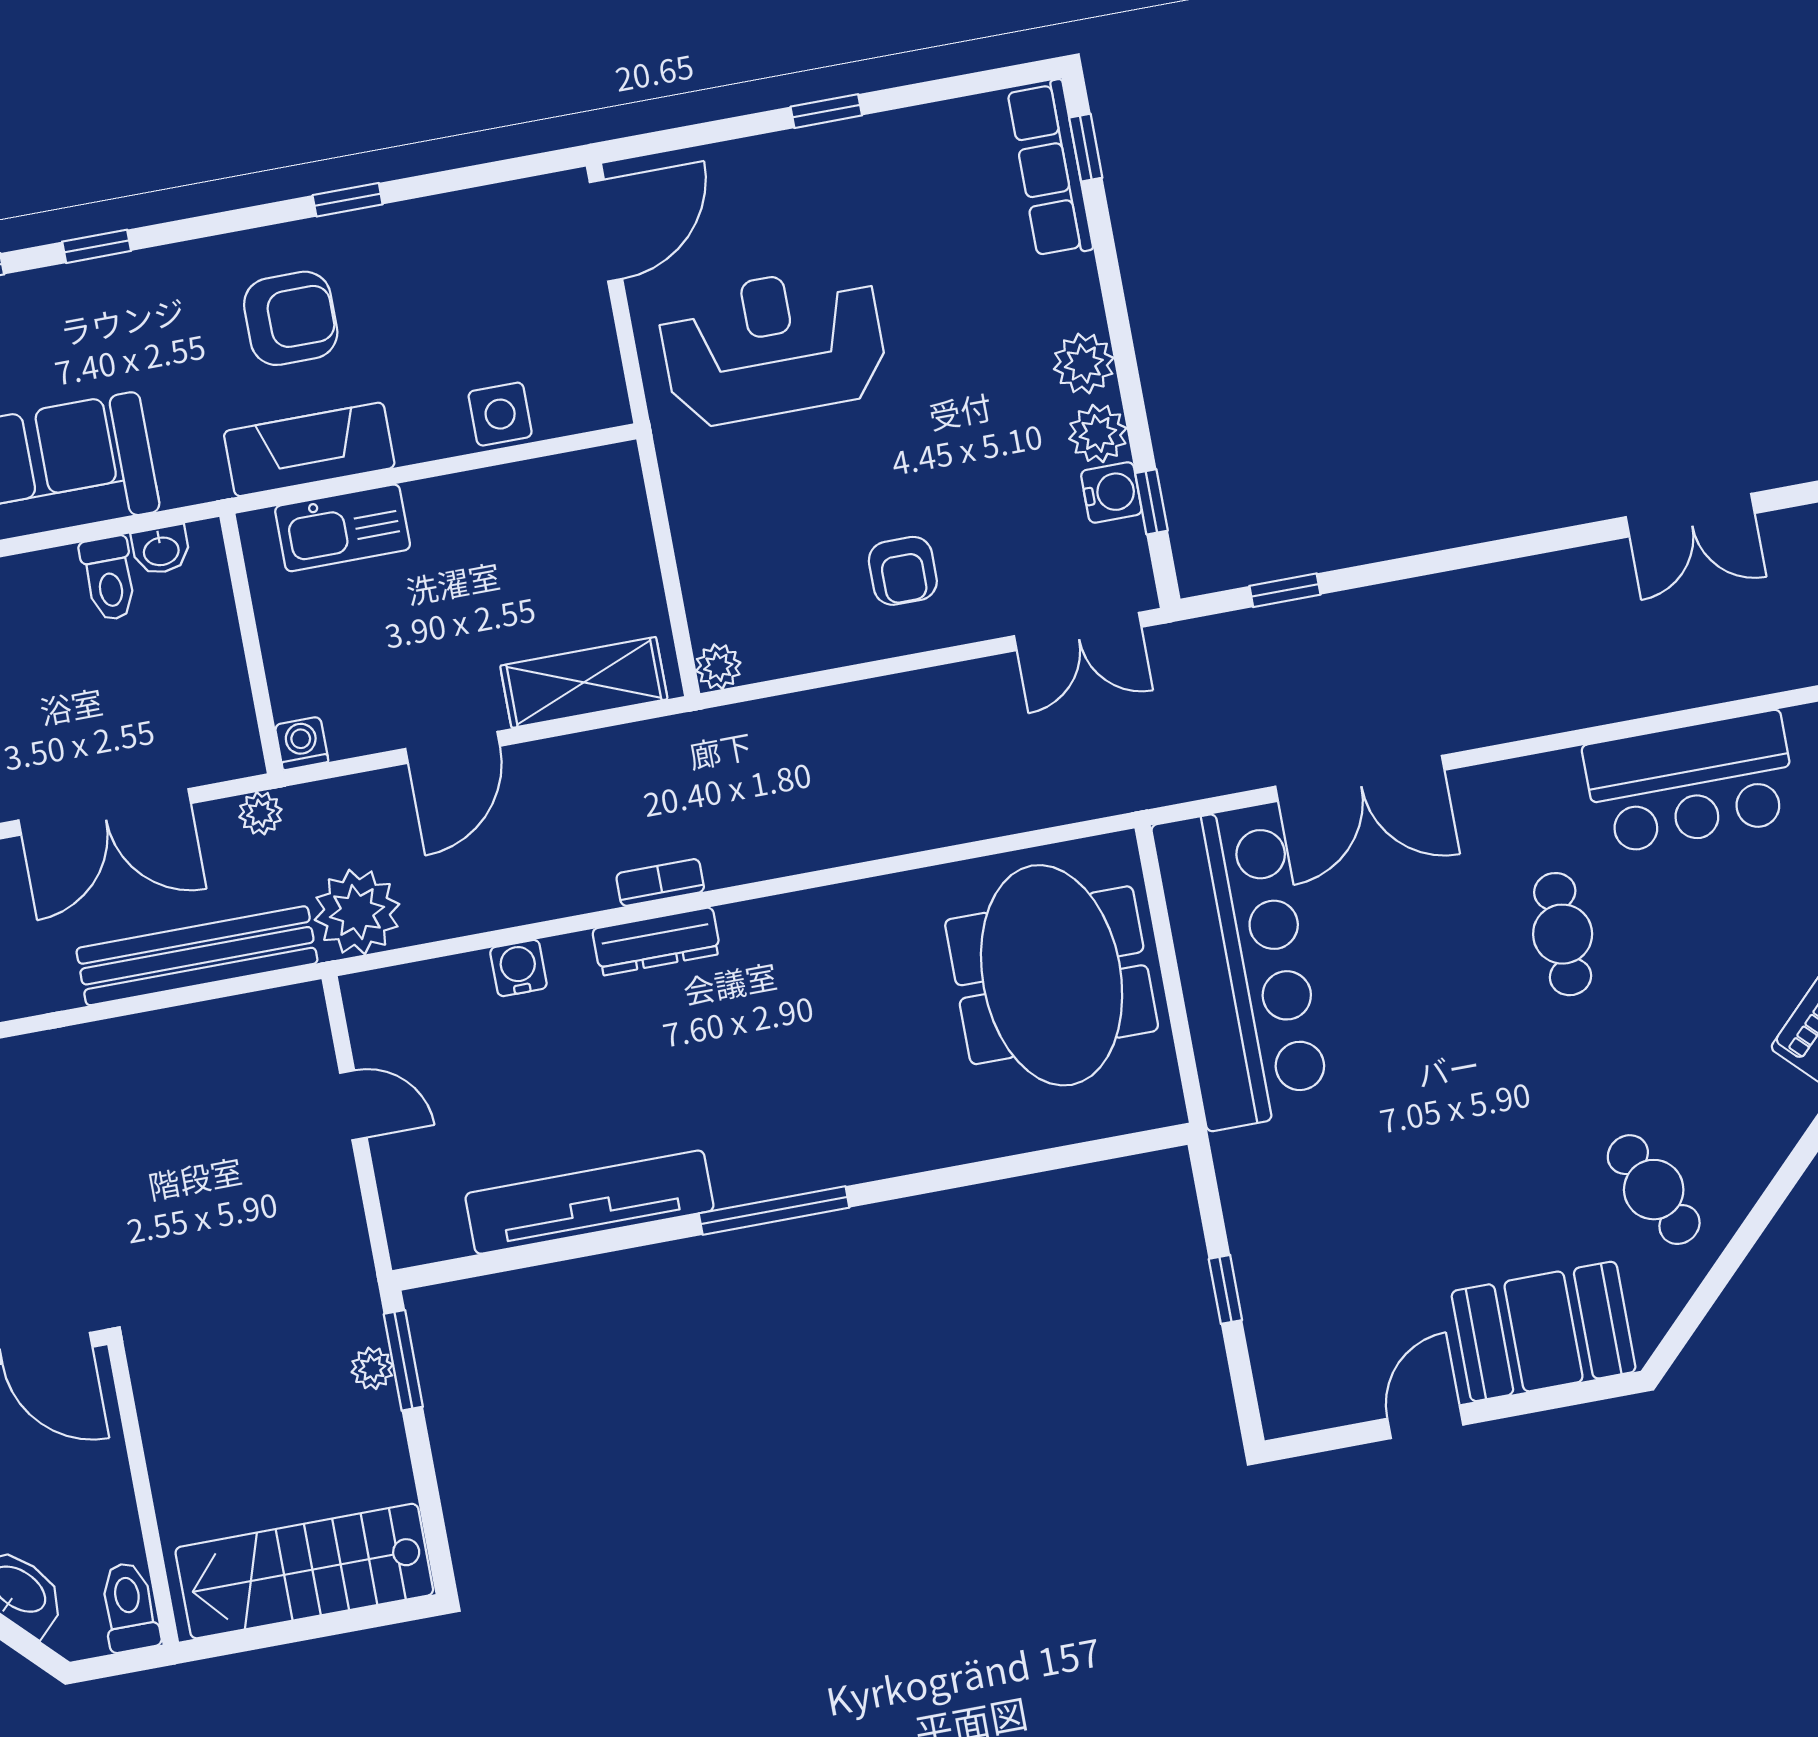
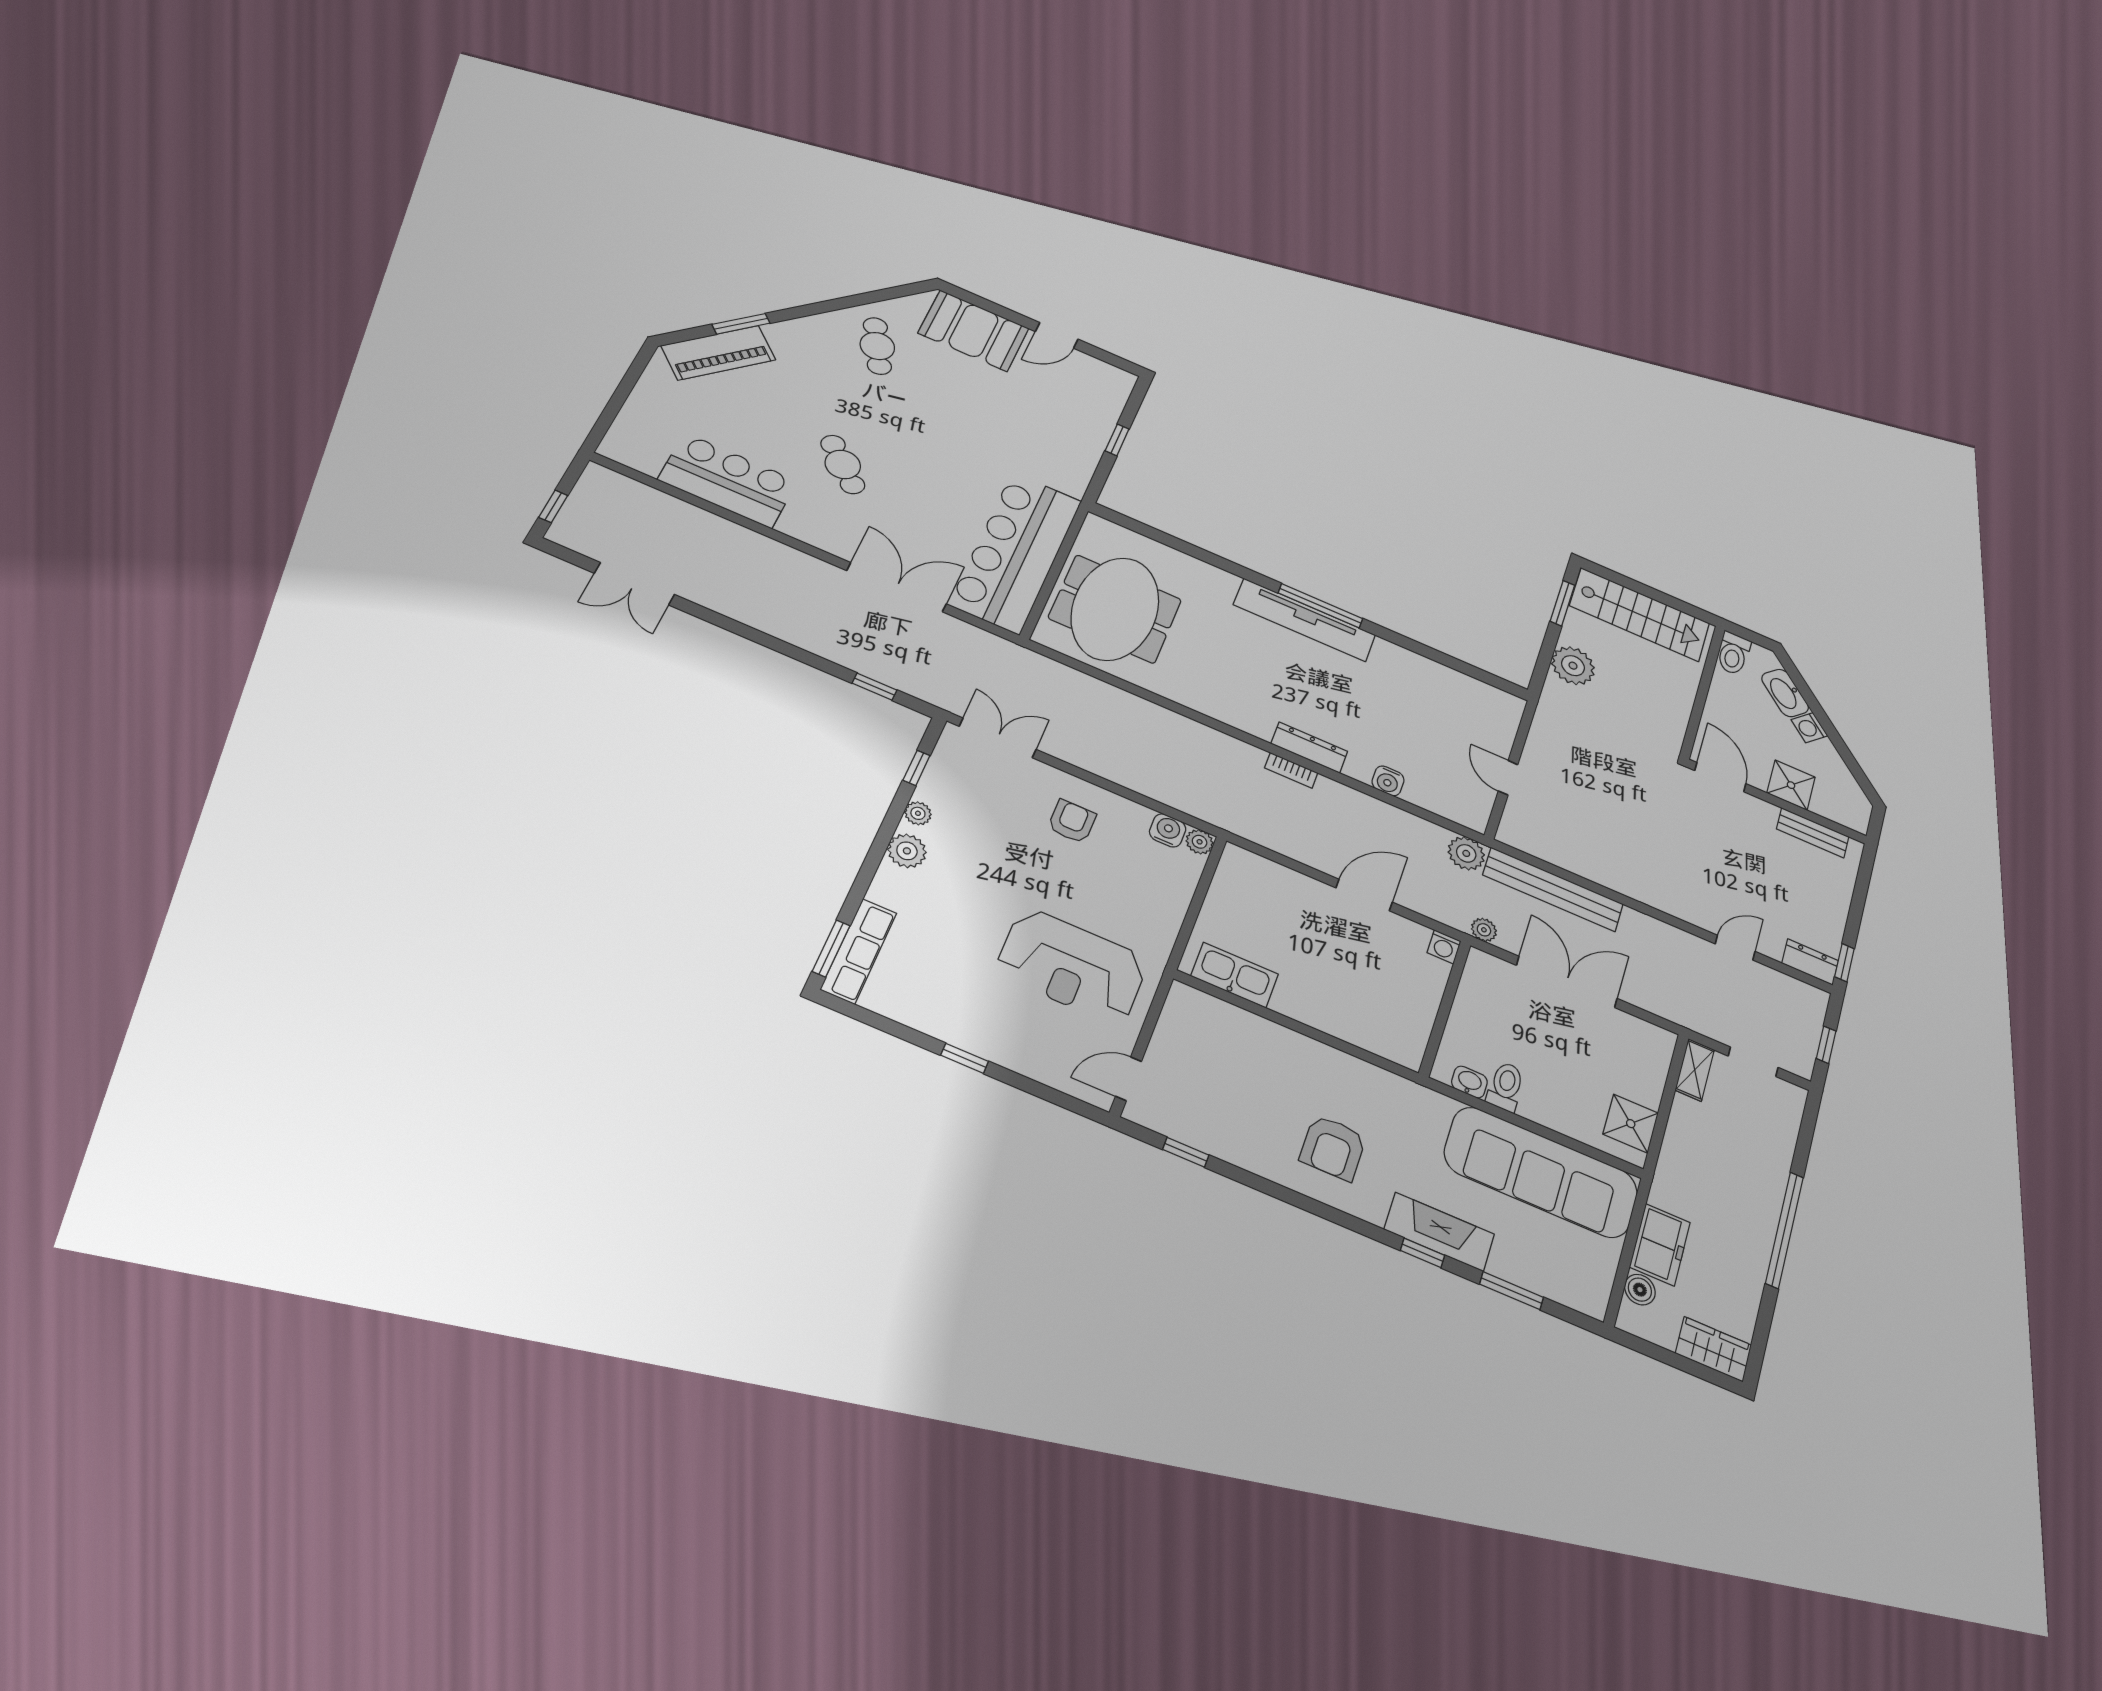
window: (1086, 148) -> (831, 949), width x1.50
window: (348, 200) -> (1186, 1152), moved
door: (606, 231) -> (1128, 1079), width x0.73
armchair: (291, 318) -> (1333, 1148), turned -90
side table: (500, 414) -> (1244, 1029), removed
plant: (1098, 433) -> (918, 813), width x0.73, depth x0.73
fireplace: (309, 449) -> (1439, 1232), moved, turned 180
water cooler: (1111, 492) -> (1168, 830), moved, turned 90
double door: (1690, 515) -> (635, 584), swing flipped
kitchen sink: (343, 528) -> (1235, 975), moved
shelving: (584, 682) -> (1276, 880), removed
plant: (357, 912) -> (1466, 853), width x0.73, depth x0.73
cafe table: (1563, 934) -> (843, 464), turned -44
tv unit: (590, 1202) -> (1305, 620), moved
window: (403, 1360) -> (1562, 603), moved
plant: (372, 1368) -> (1573, 666), width x1.88, depth x1.88

